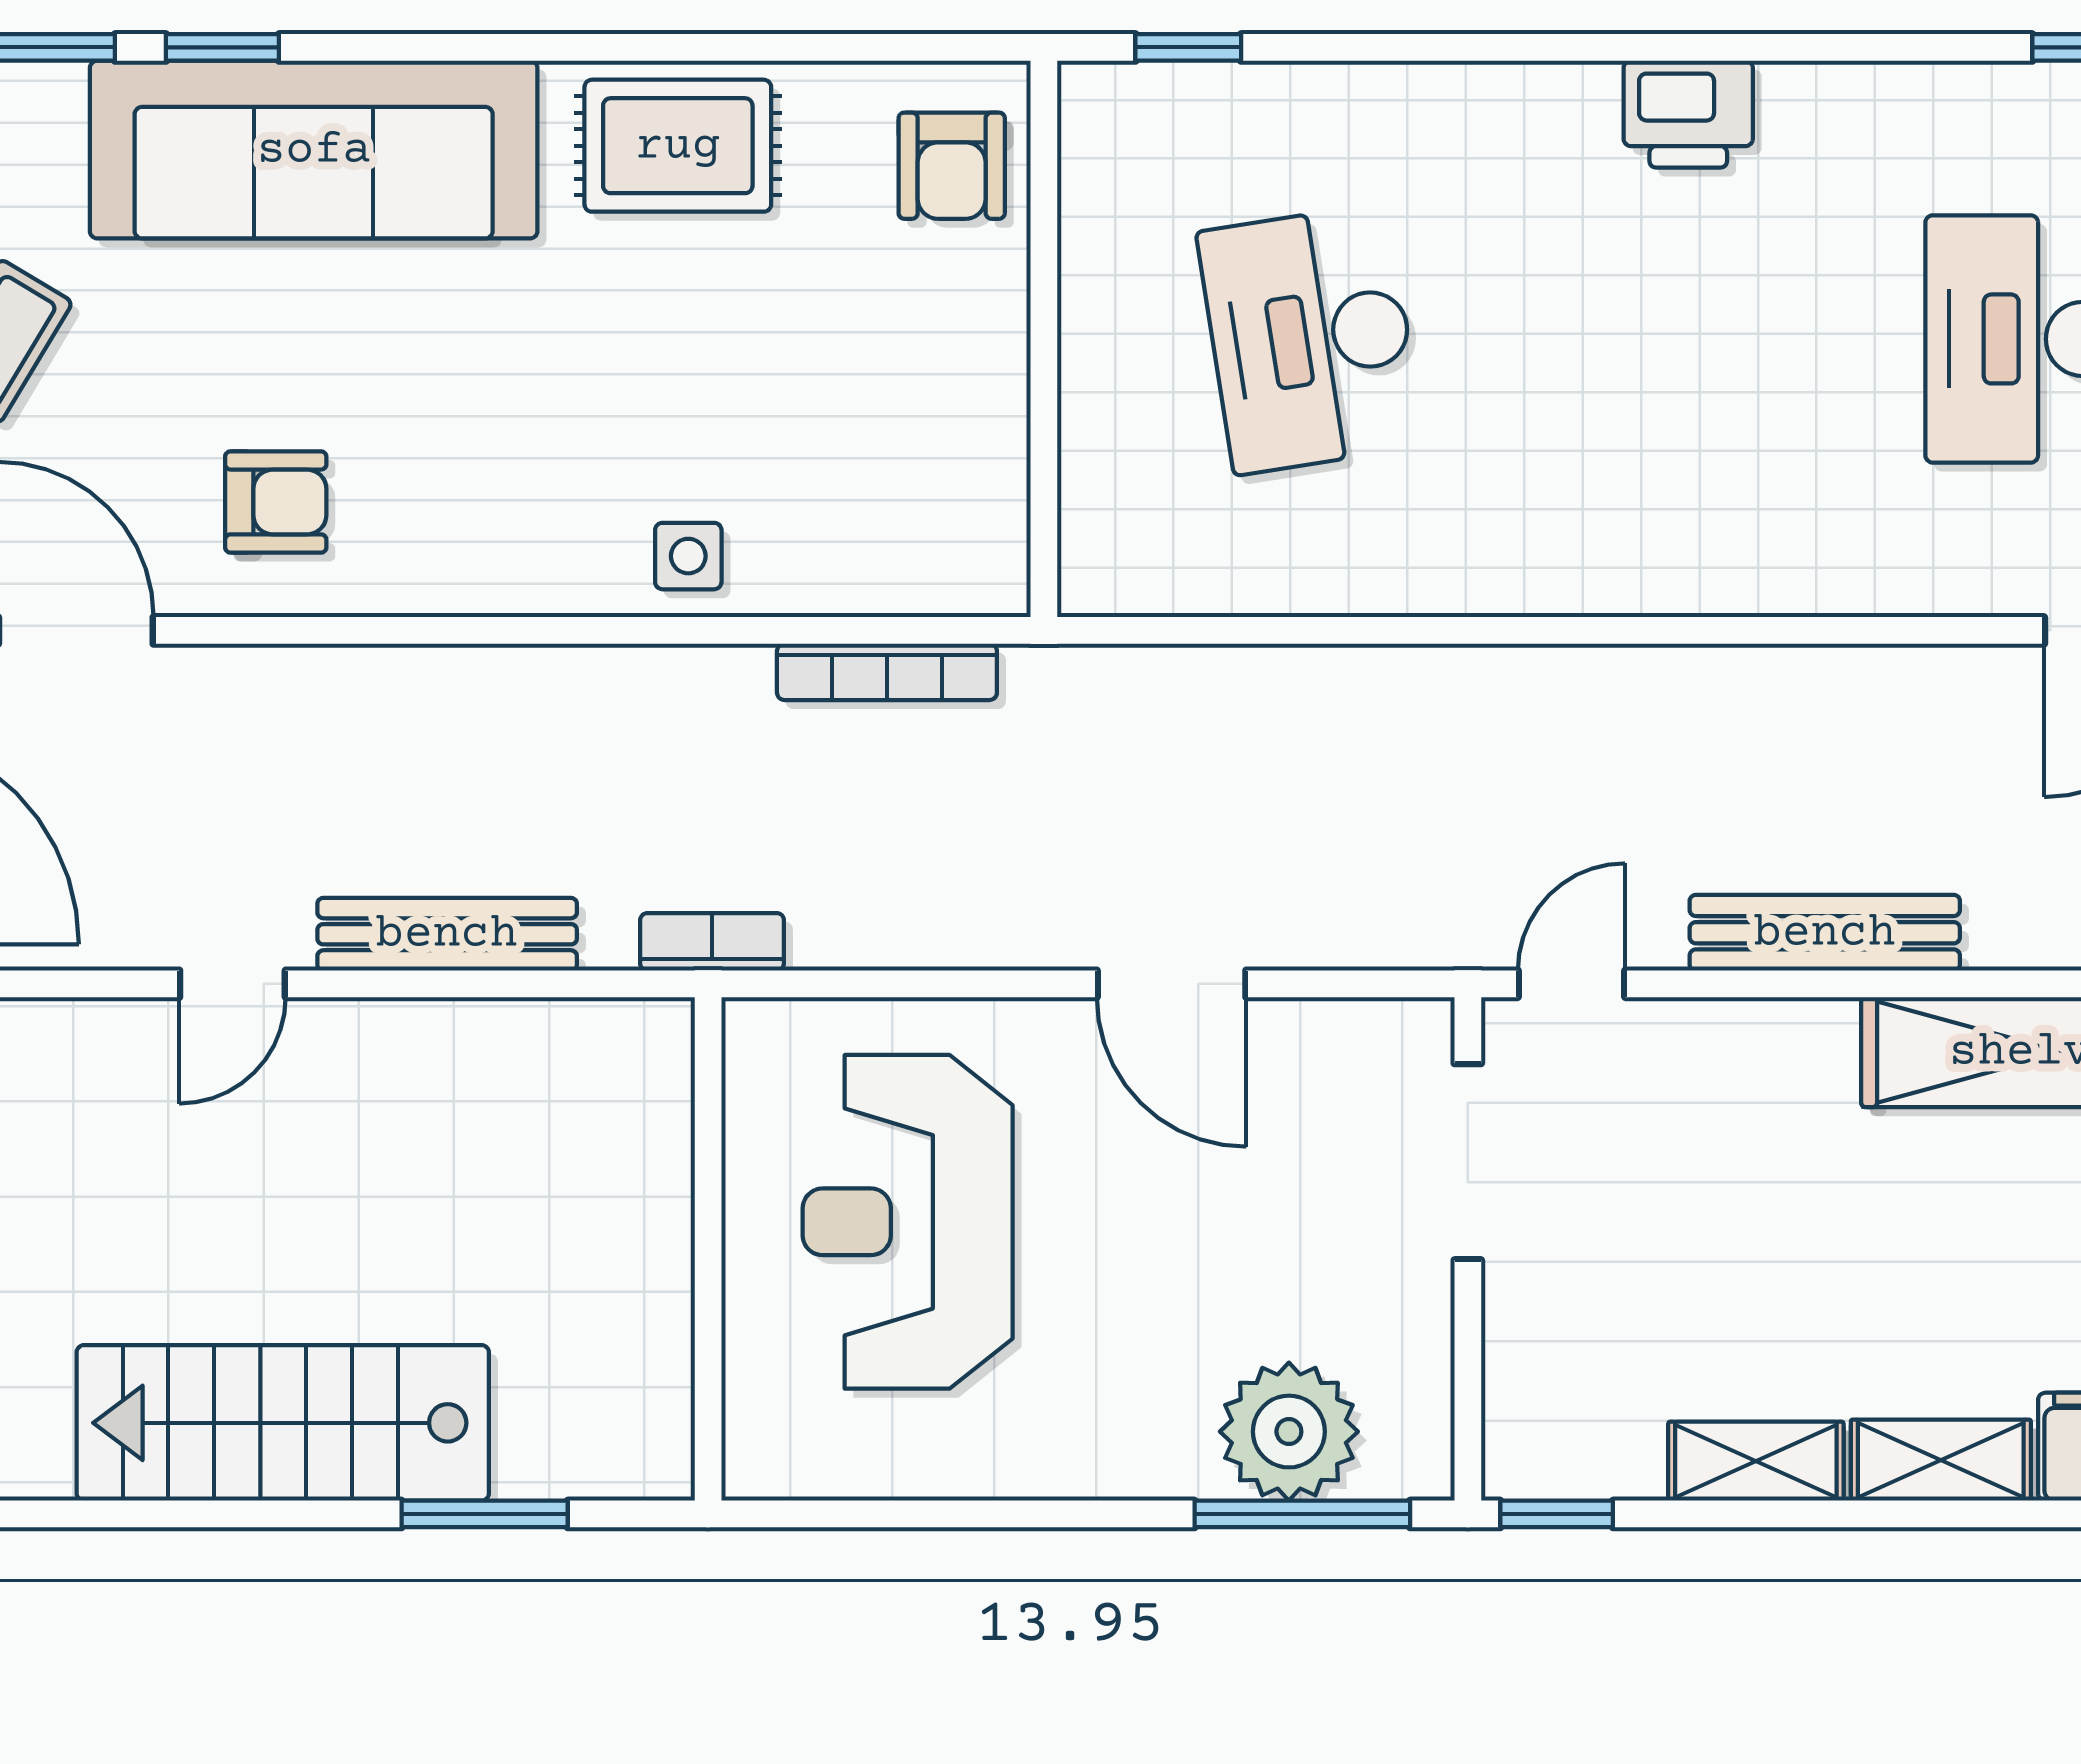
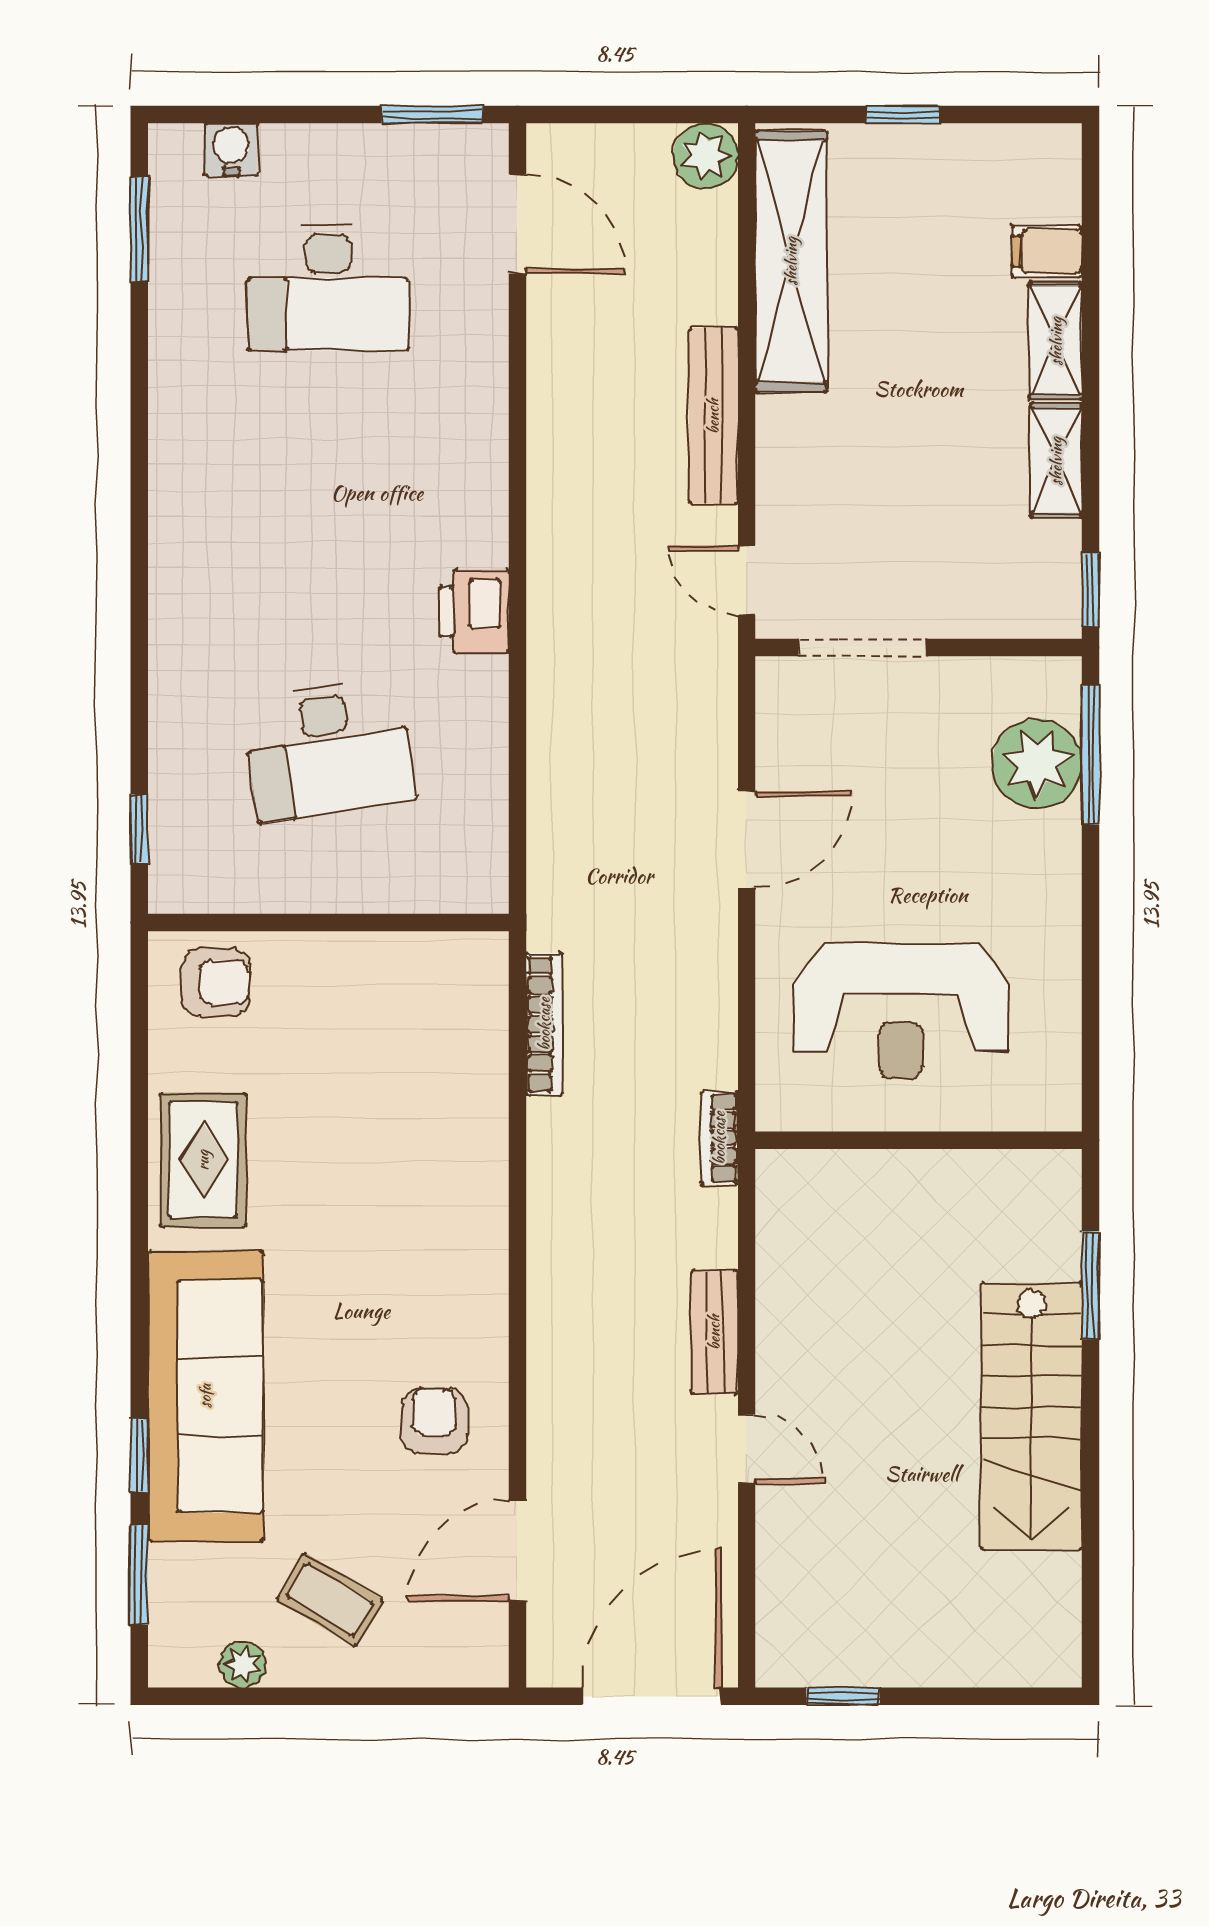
printer: (1688, 114) -> (474, 611), moved, turned 180
side table: (688, 556) -> (469, 1153), removed
bench: (447, 934) -> (714, 1332), width x0.73

